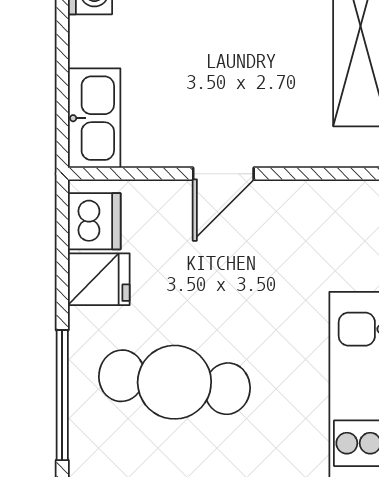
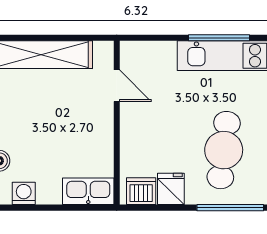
door: (223, 174) -> (117, 86), moved

